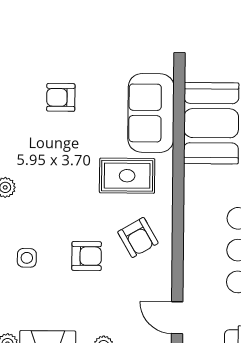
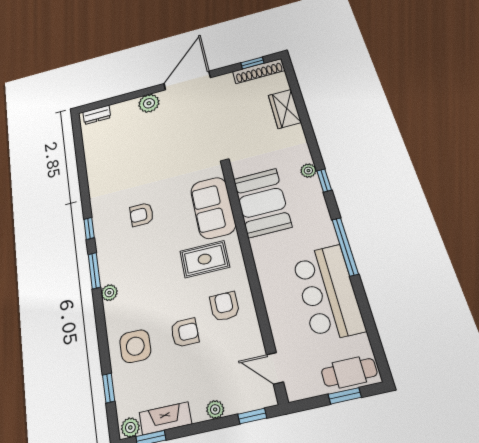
armchair: (138, 237) -> (224, 306), turned -150
side table: (27, 258) -> (135, 346), width x1.87, depth x1.87

